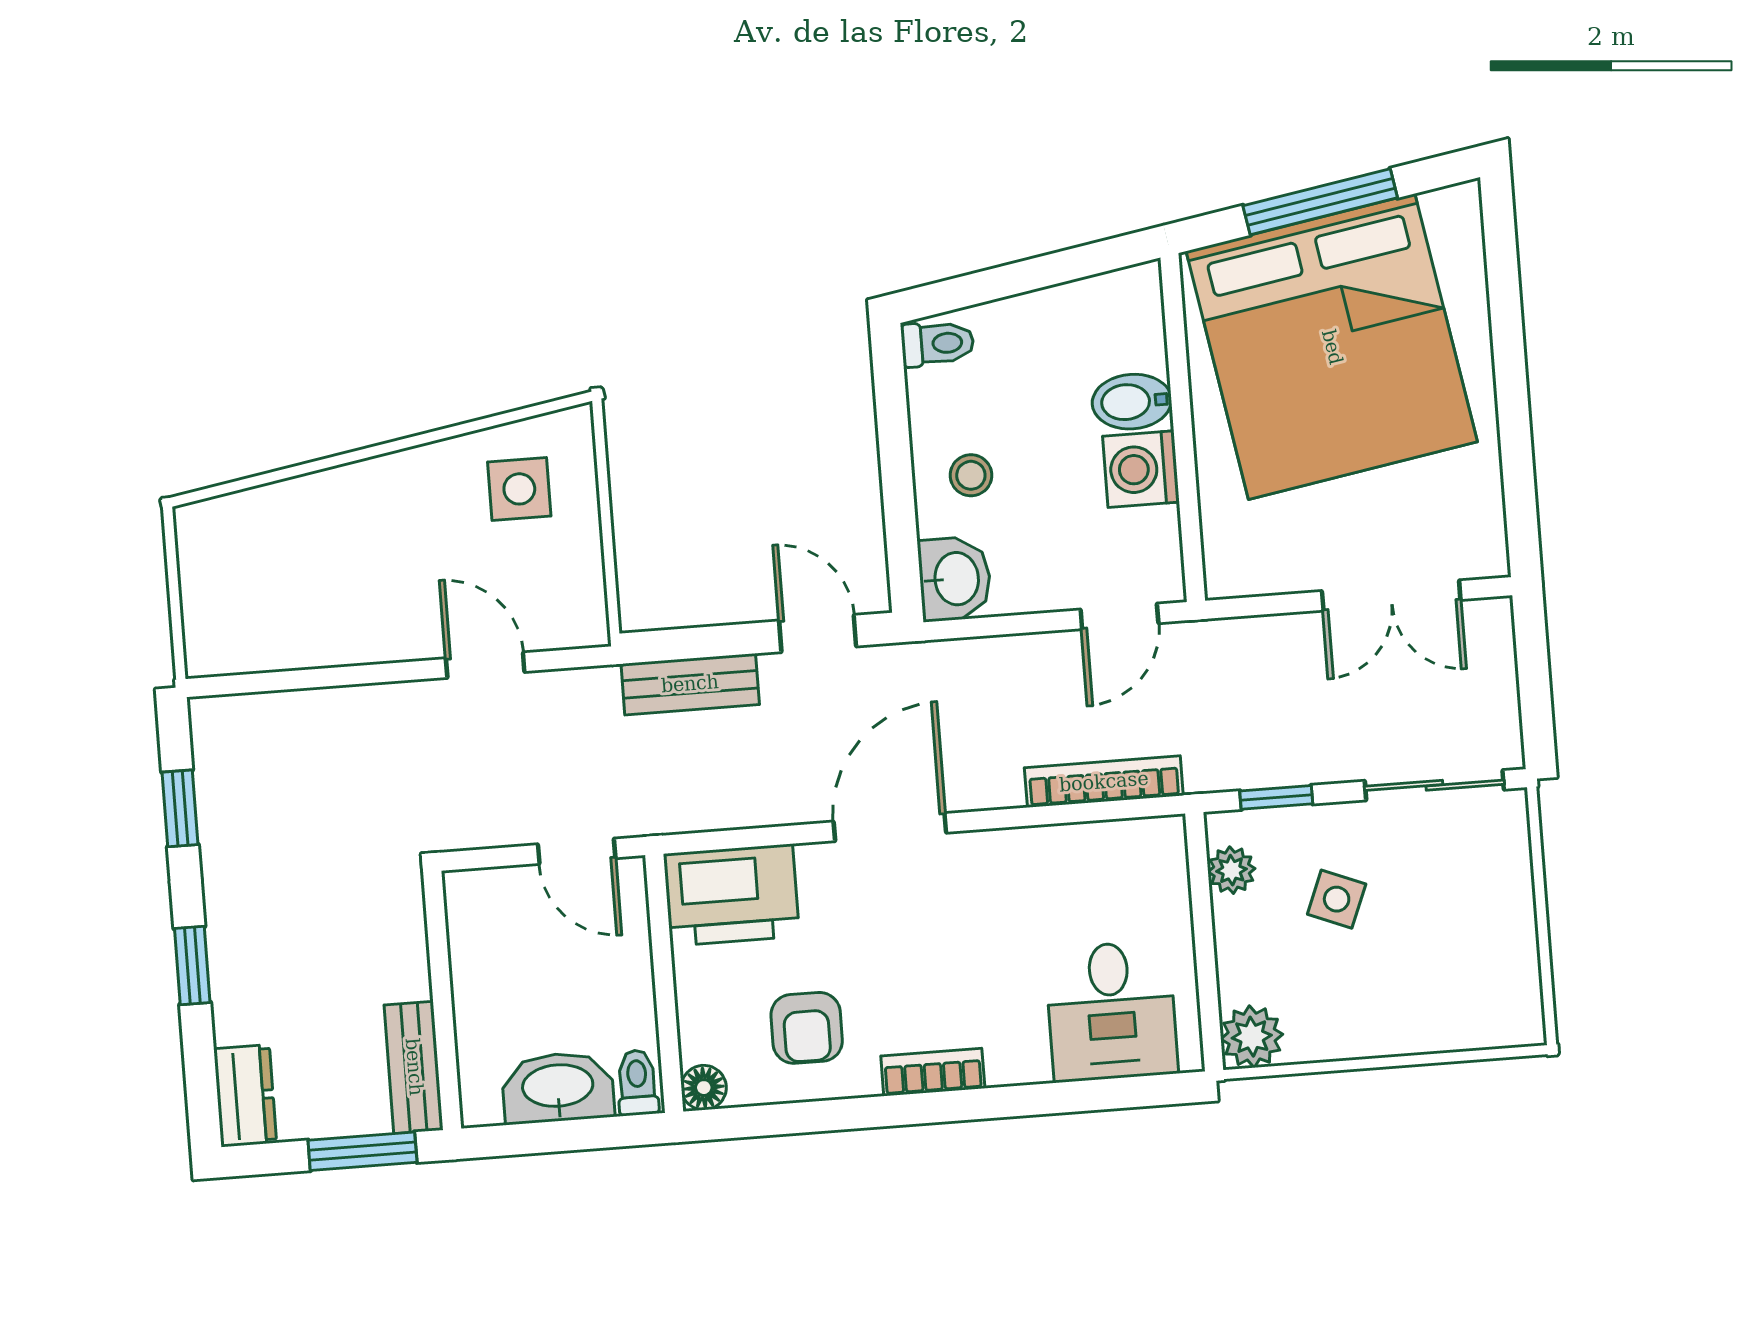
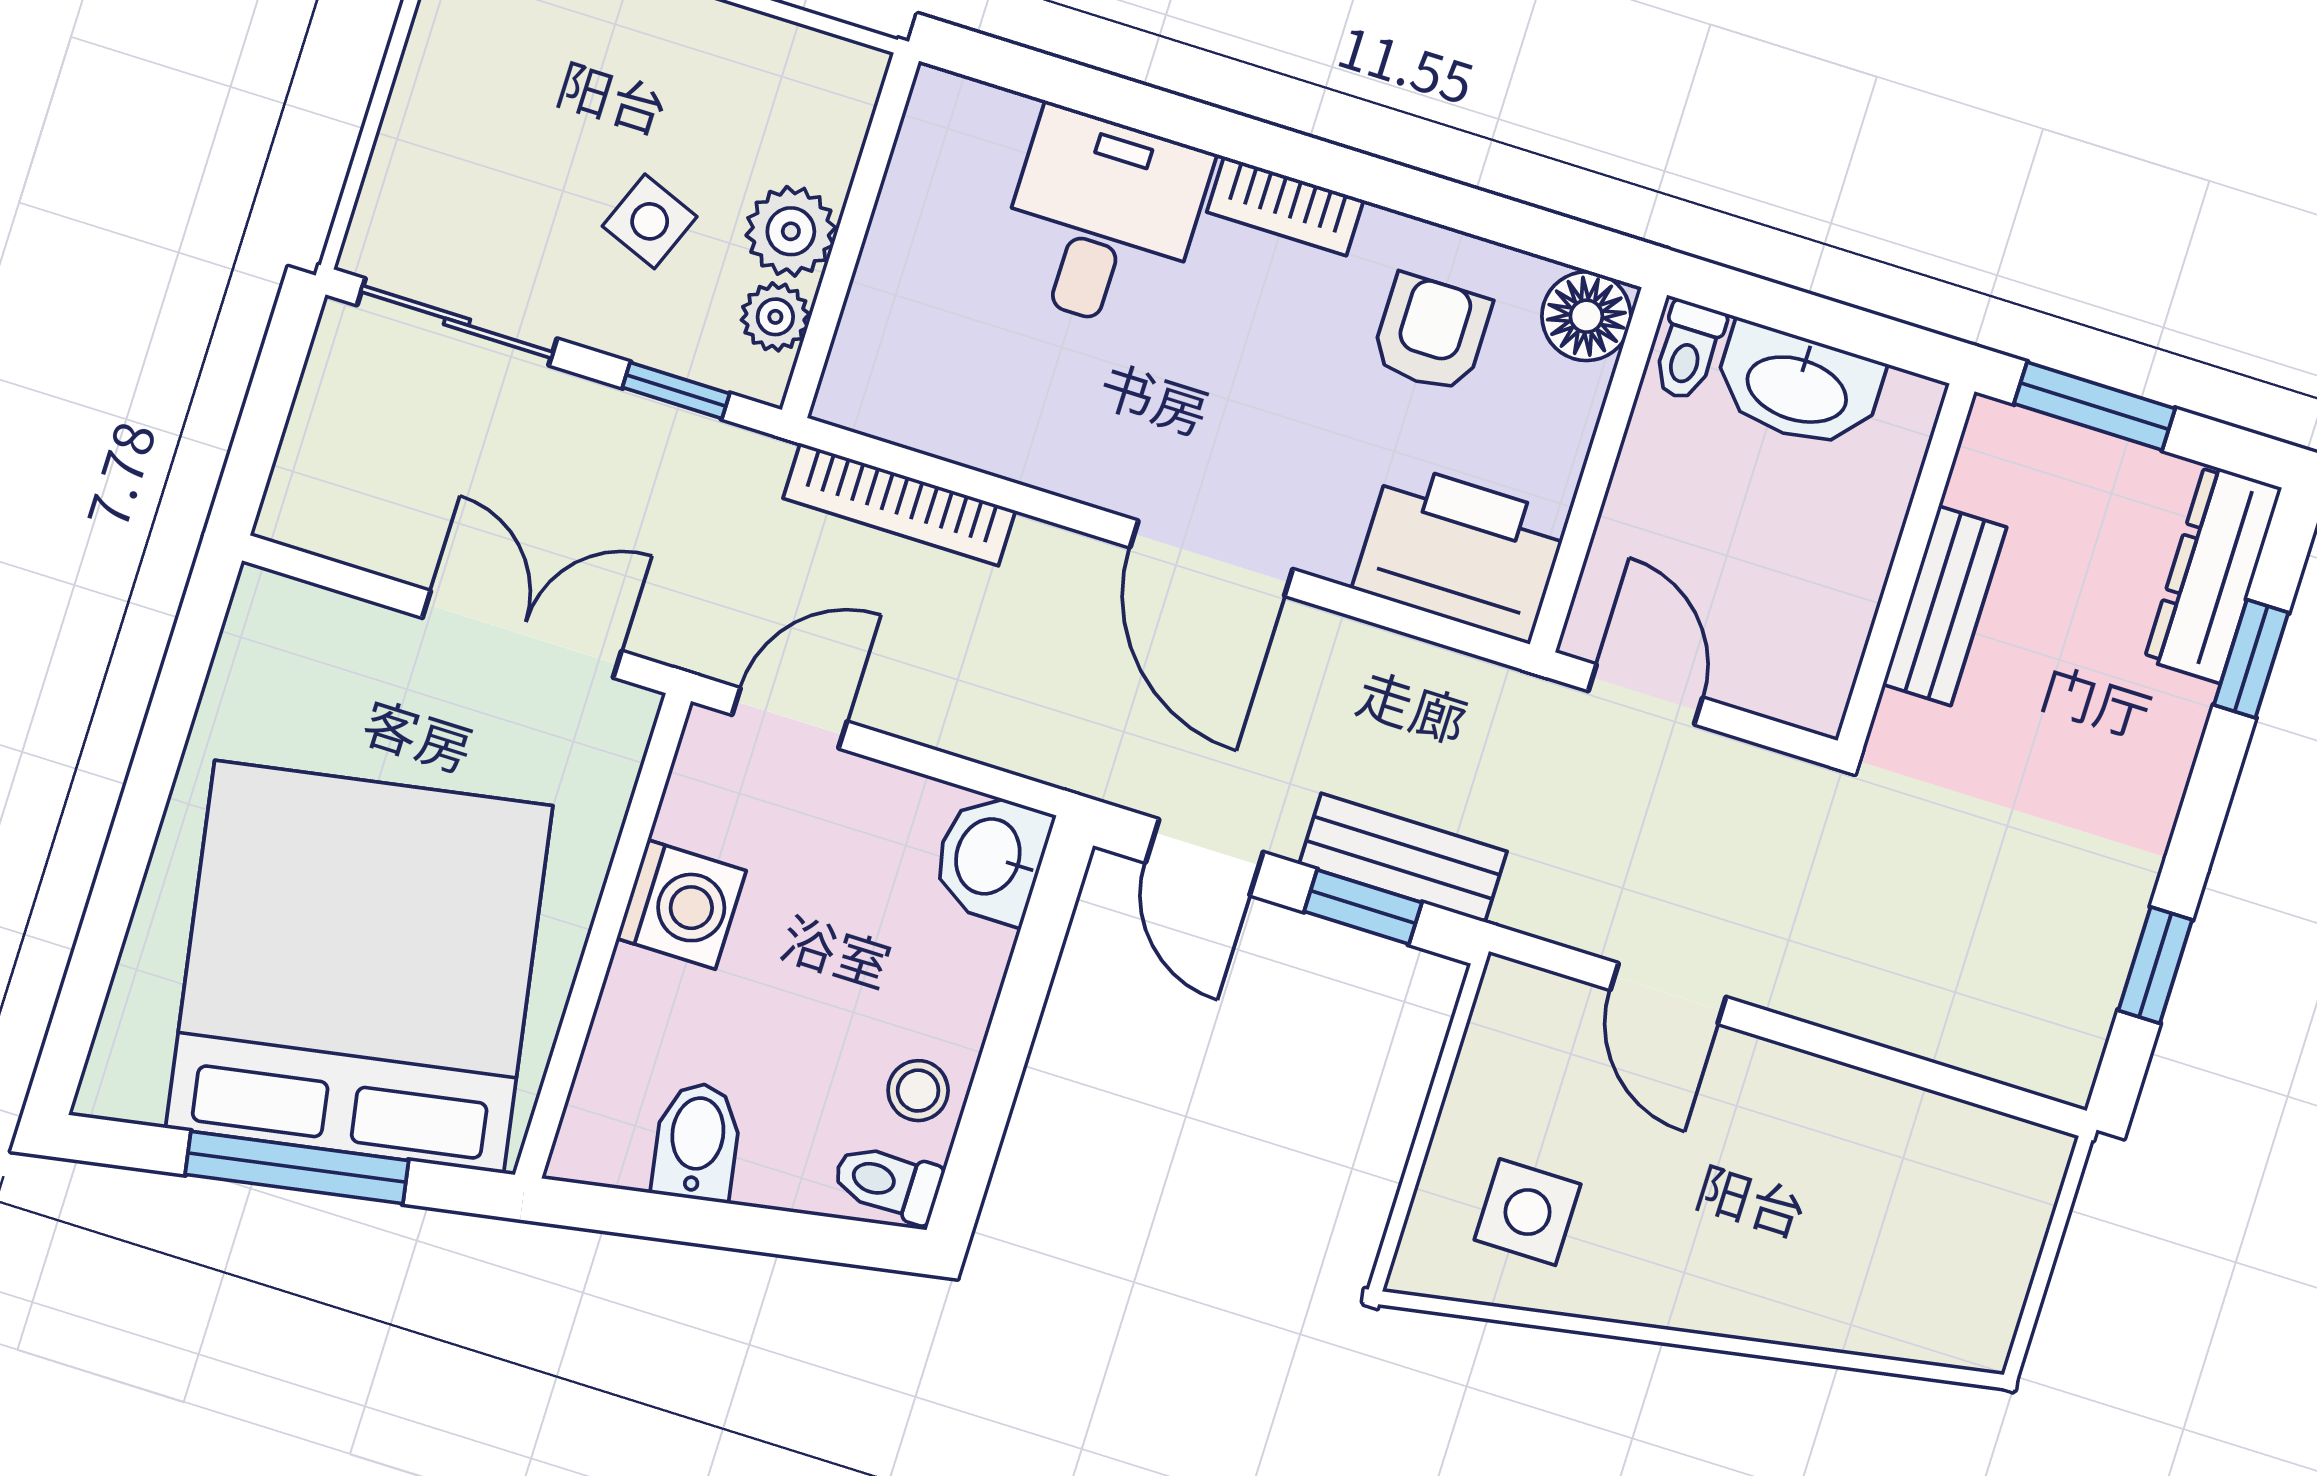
bidet: (1132, 402) -> (697, 1141), moved, turned -100
stool: (971, 475) -> (918, 1091), moved
double door: (1391, 595) -> (522, 634), moved
window: (703, 642) -> (1363, 907), added
door: (890, 827) -> (1211, 558), hinge flipped
window: (192, 966) -> (2251, 659), moved
desk: (1111, 1011) -> (1102, 220), moved
plant: (1252, 1037) -> (791, 231), moved
bench: (414, 1067) -> (1945, 606), moved
floor lamp: (704, 1088) -> (1586, 316), width x1.37, depth x1.37
dresser: (245, 1096) -> (2213, 574), width x1.44

